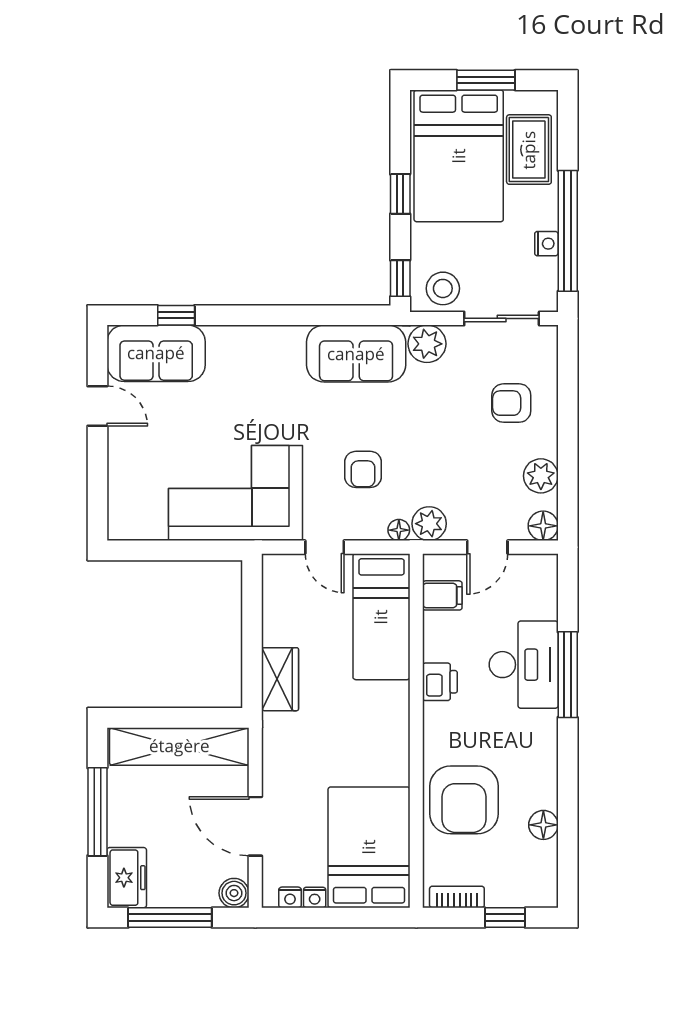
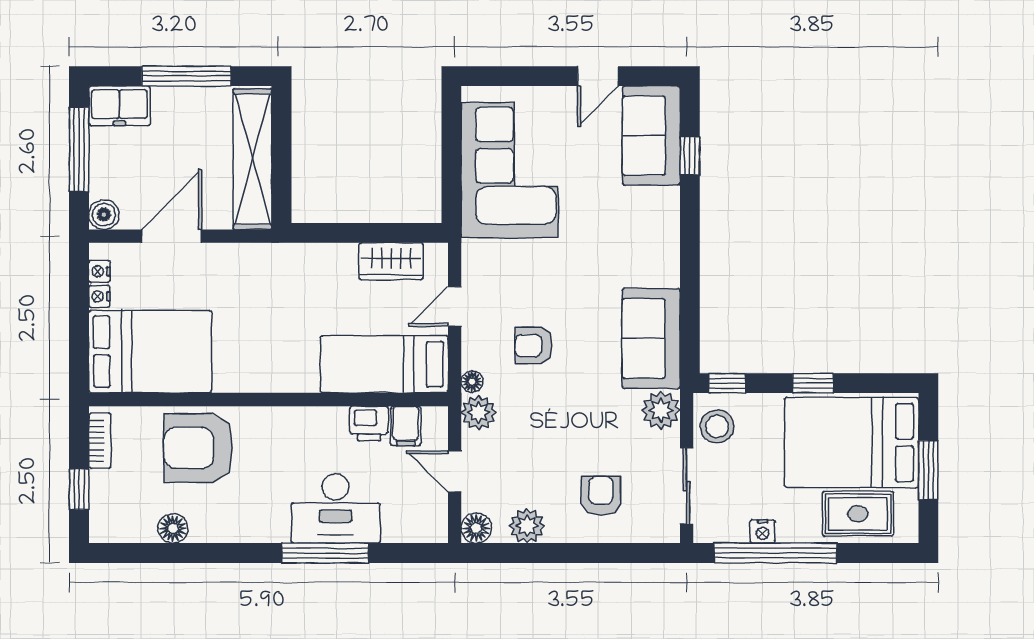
corner sofa: (235, 493) -> (510, 170), moved
wardrobe: (280, 679) -> (391, 261), moved
printer: (440, 682) -> (369, 423), moved

